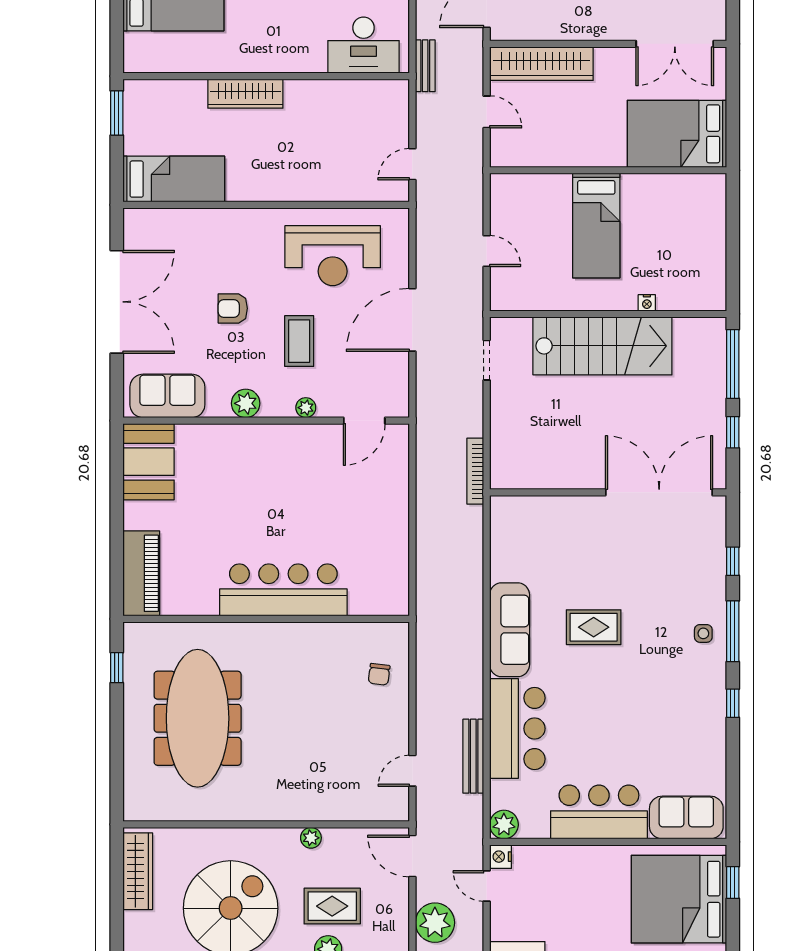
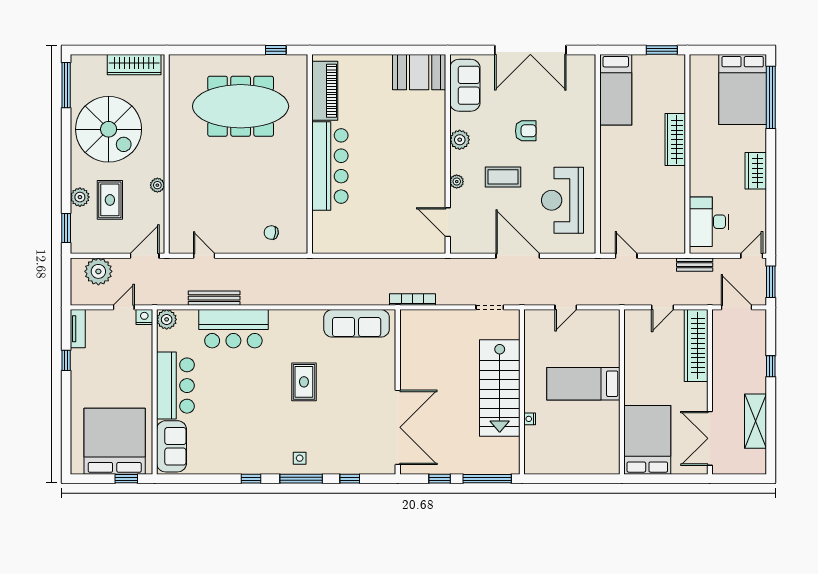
armchair: (233, 308) -> (526, 131), turned 90
piano: (141, 573) -> (325, 91), moved, turned -90
sofa: (510, 630) -> (357, 323), moved

